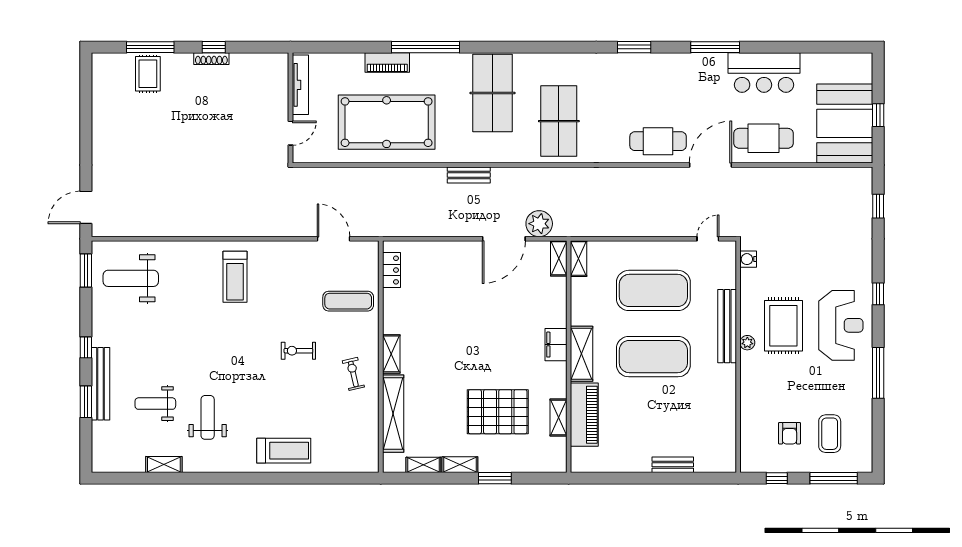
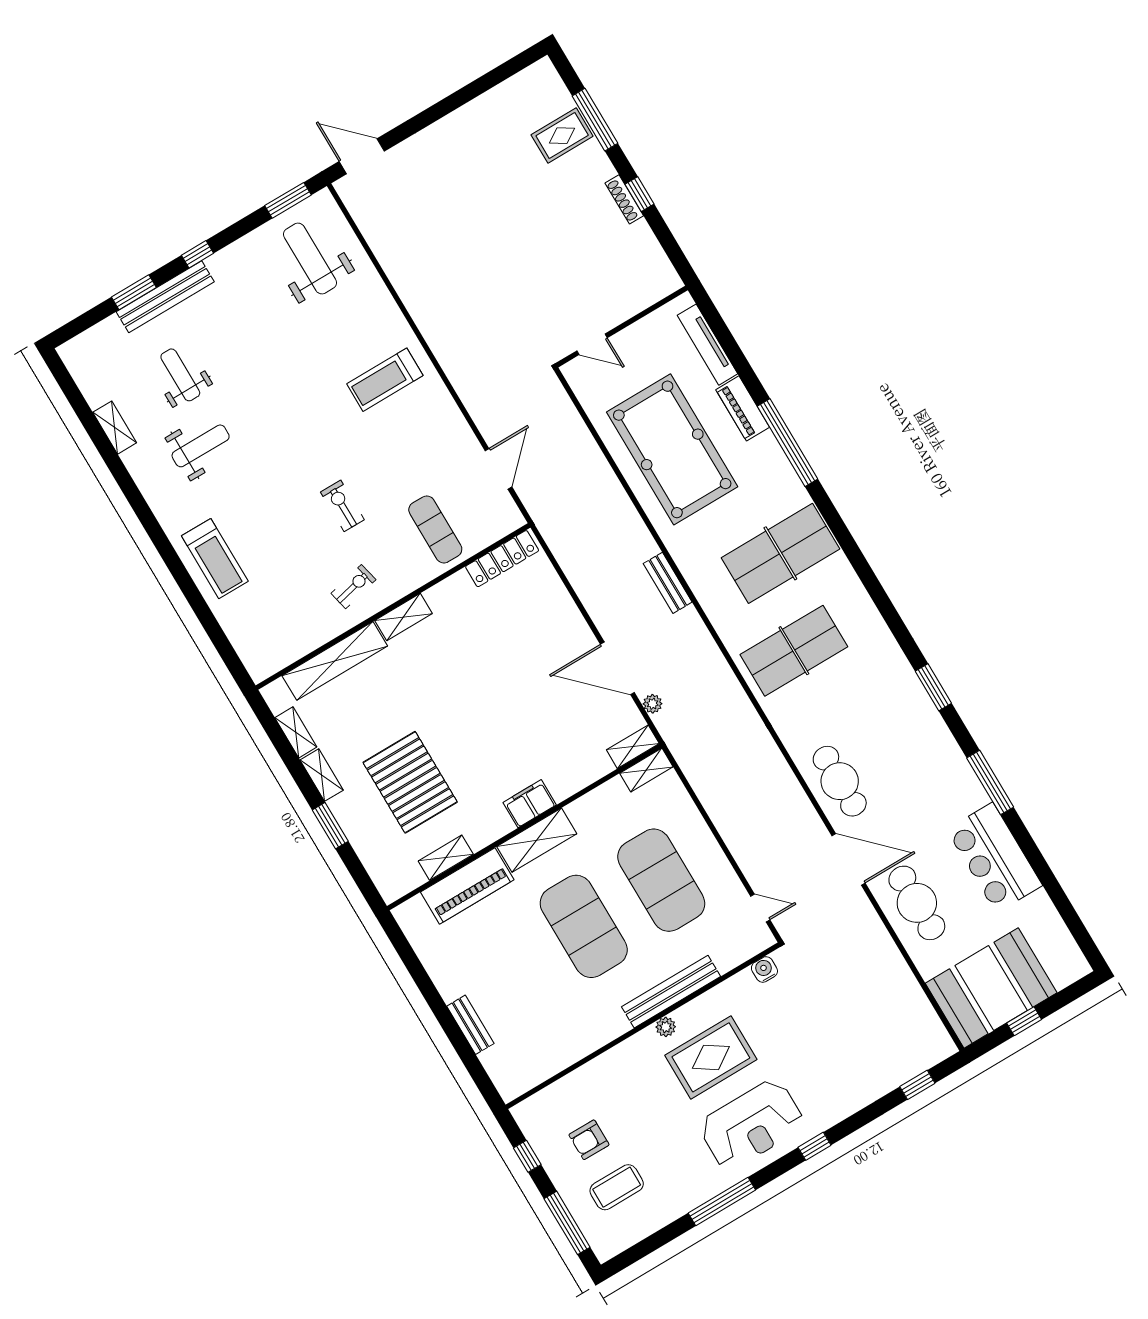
tv unit: (300, 85) -> (707, 345), moved, turned 90
plant: (539, 224) -> (653, 704), width x0.53, depth x0.53
locker: (391, 270) -> (502, 559), width x1.53

